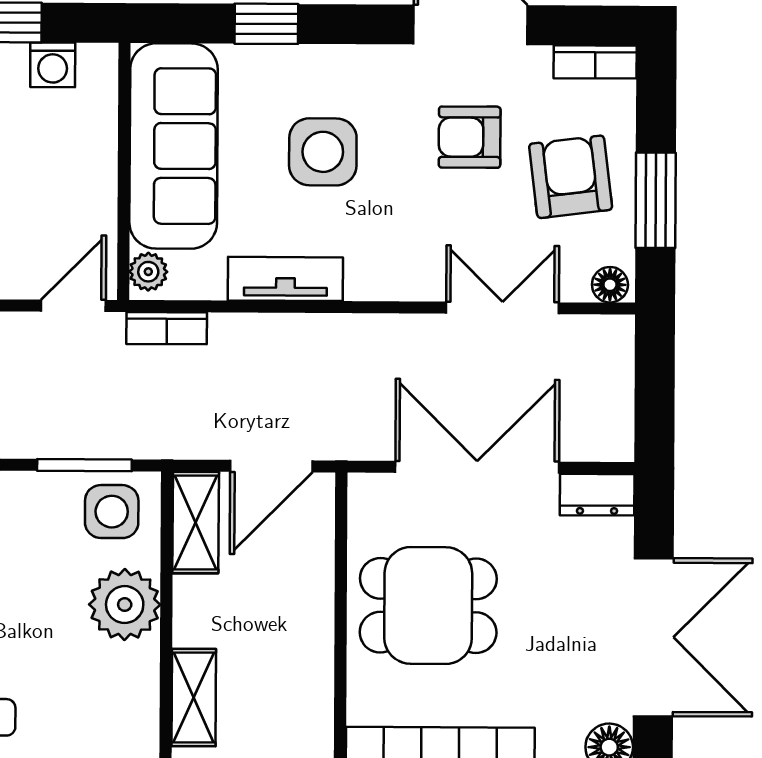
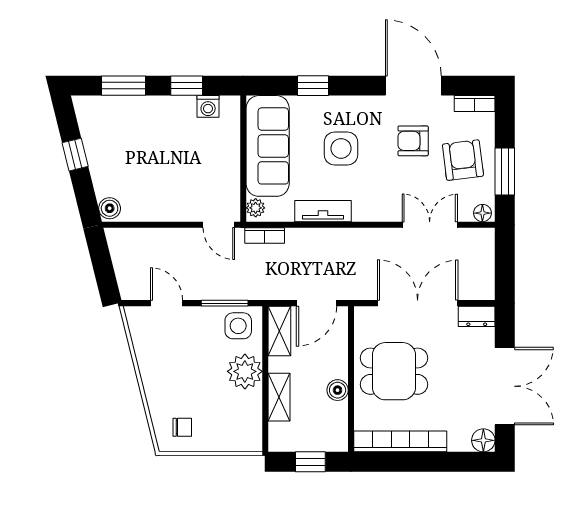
door: (73, 306) -> (219, 225), swing flipped
boiler: (313, 643) -> (338, 390), added
shelving: (194, 698) -> (279, 397), moved

